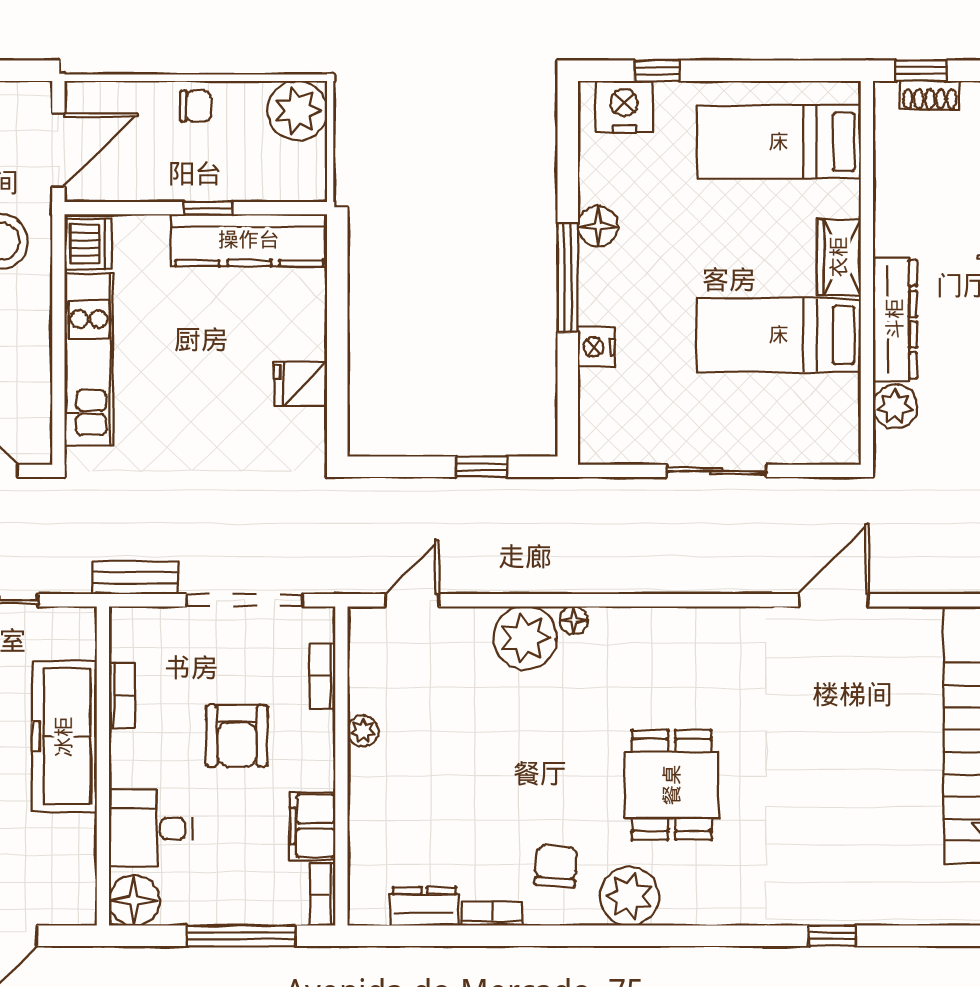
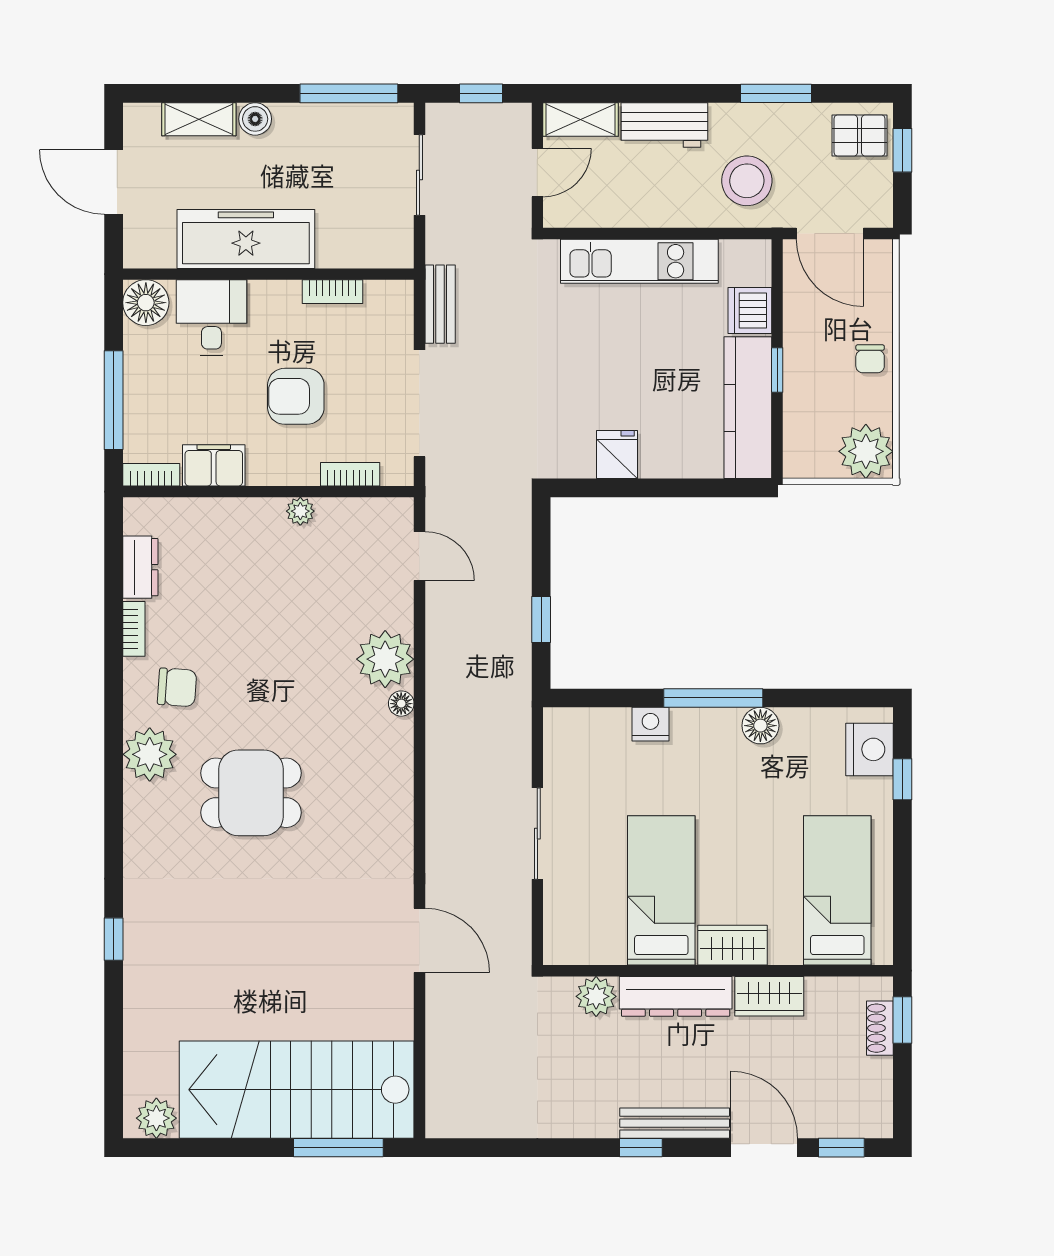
wardrobe: (895, 217) -> (769, 996), added
dishwasher: (88, 244) -> (750, 311), moved, turned 90
freezer: (64, 737) -> (246, 239), moved

